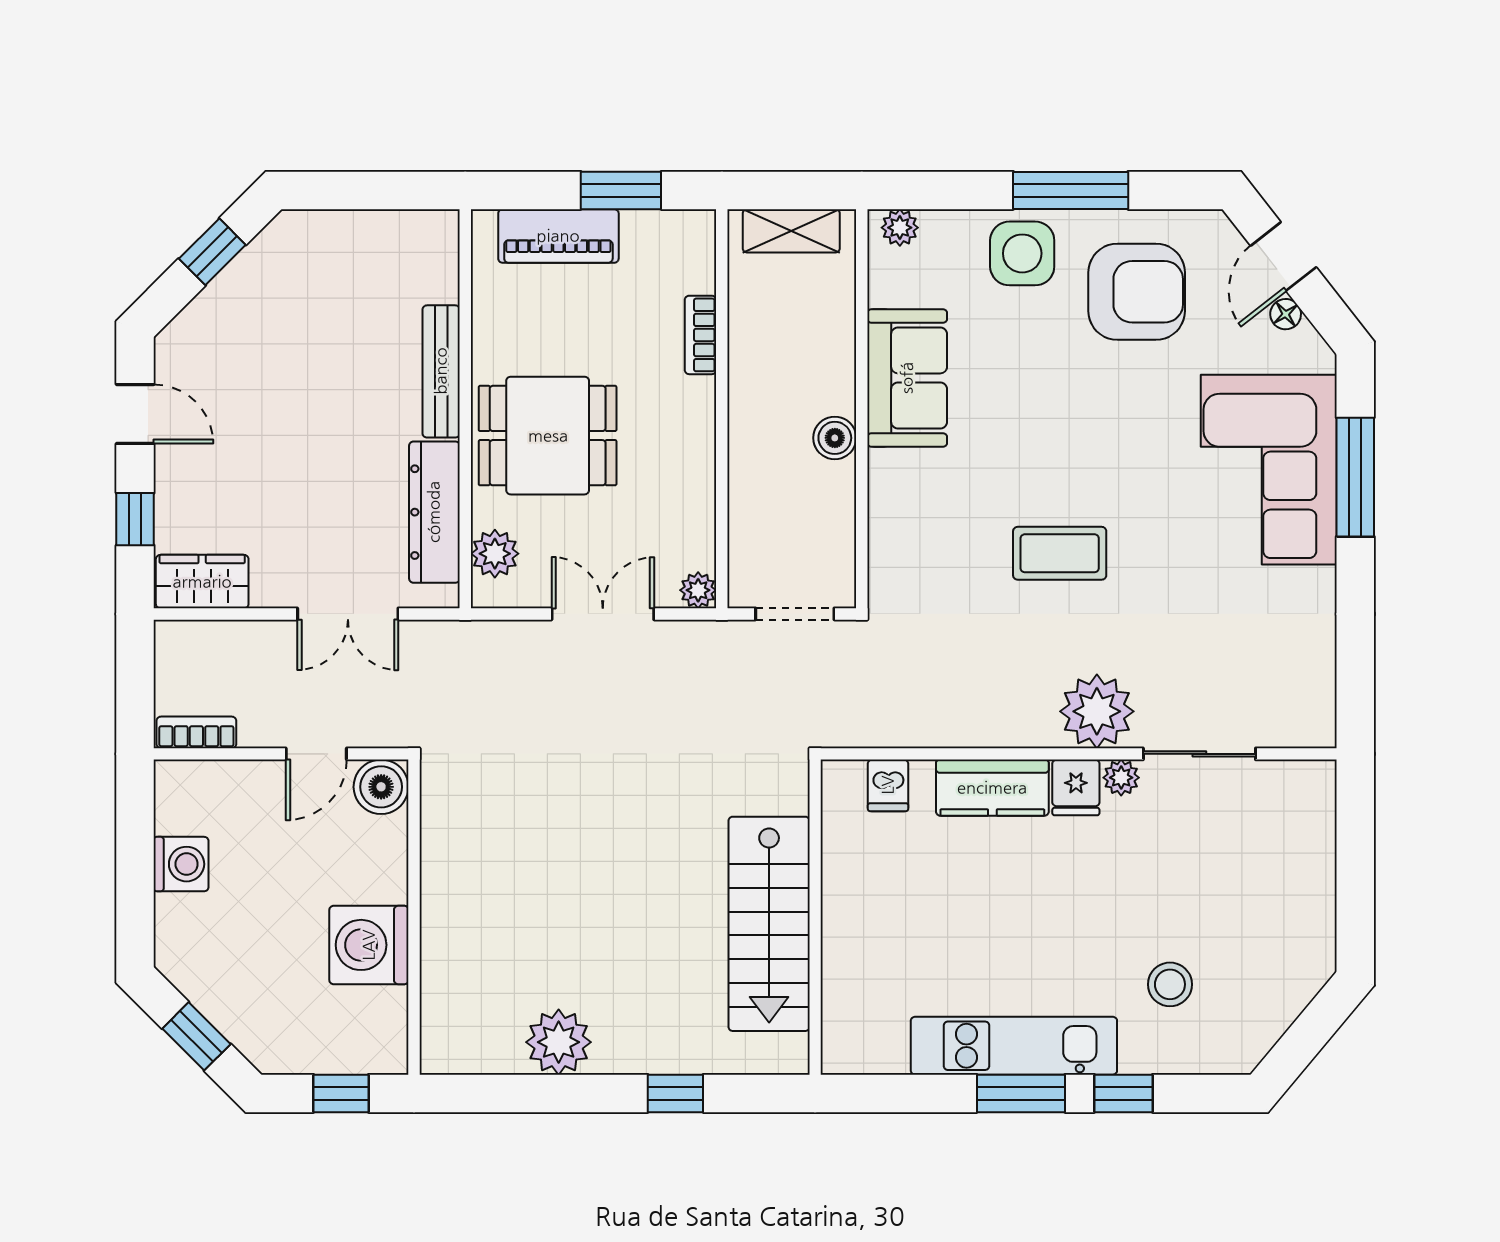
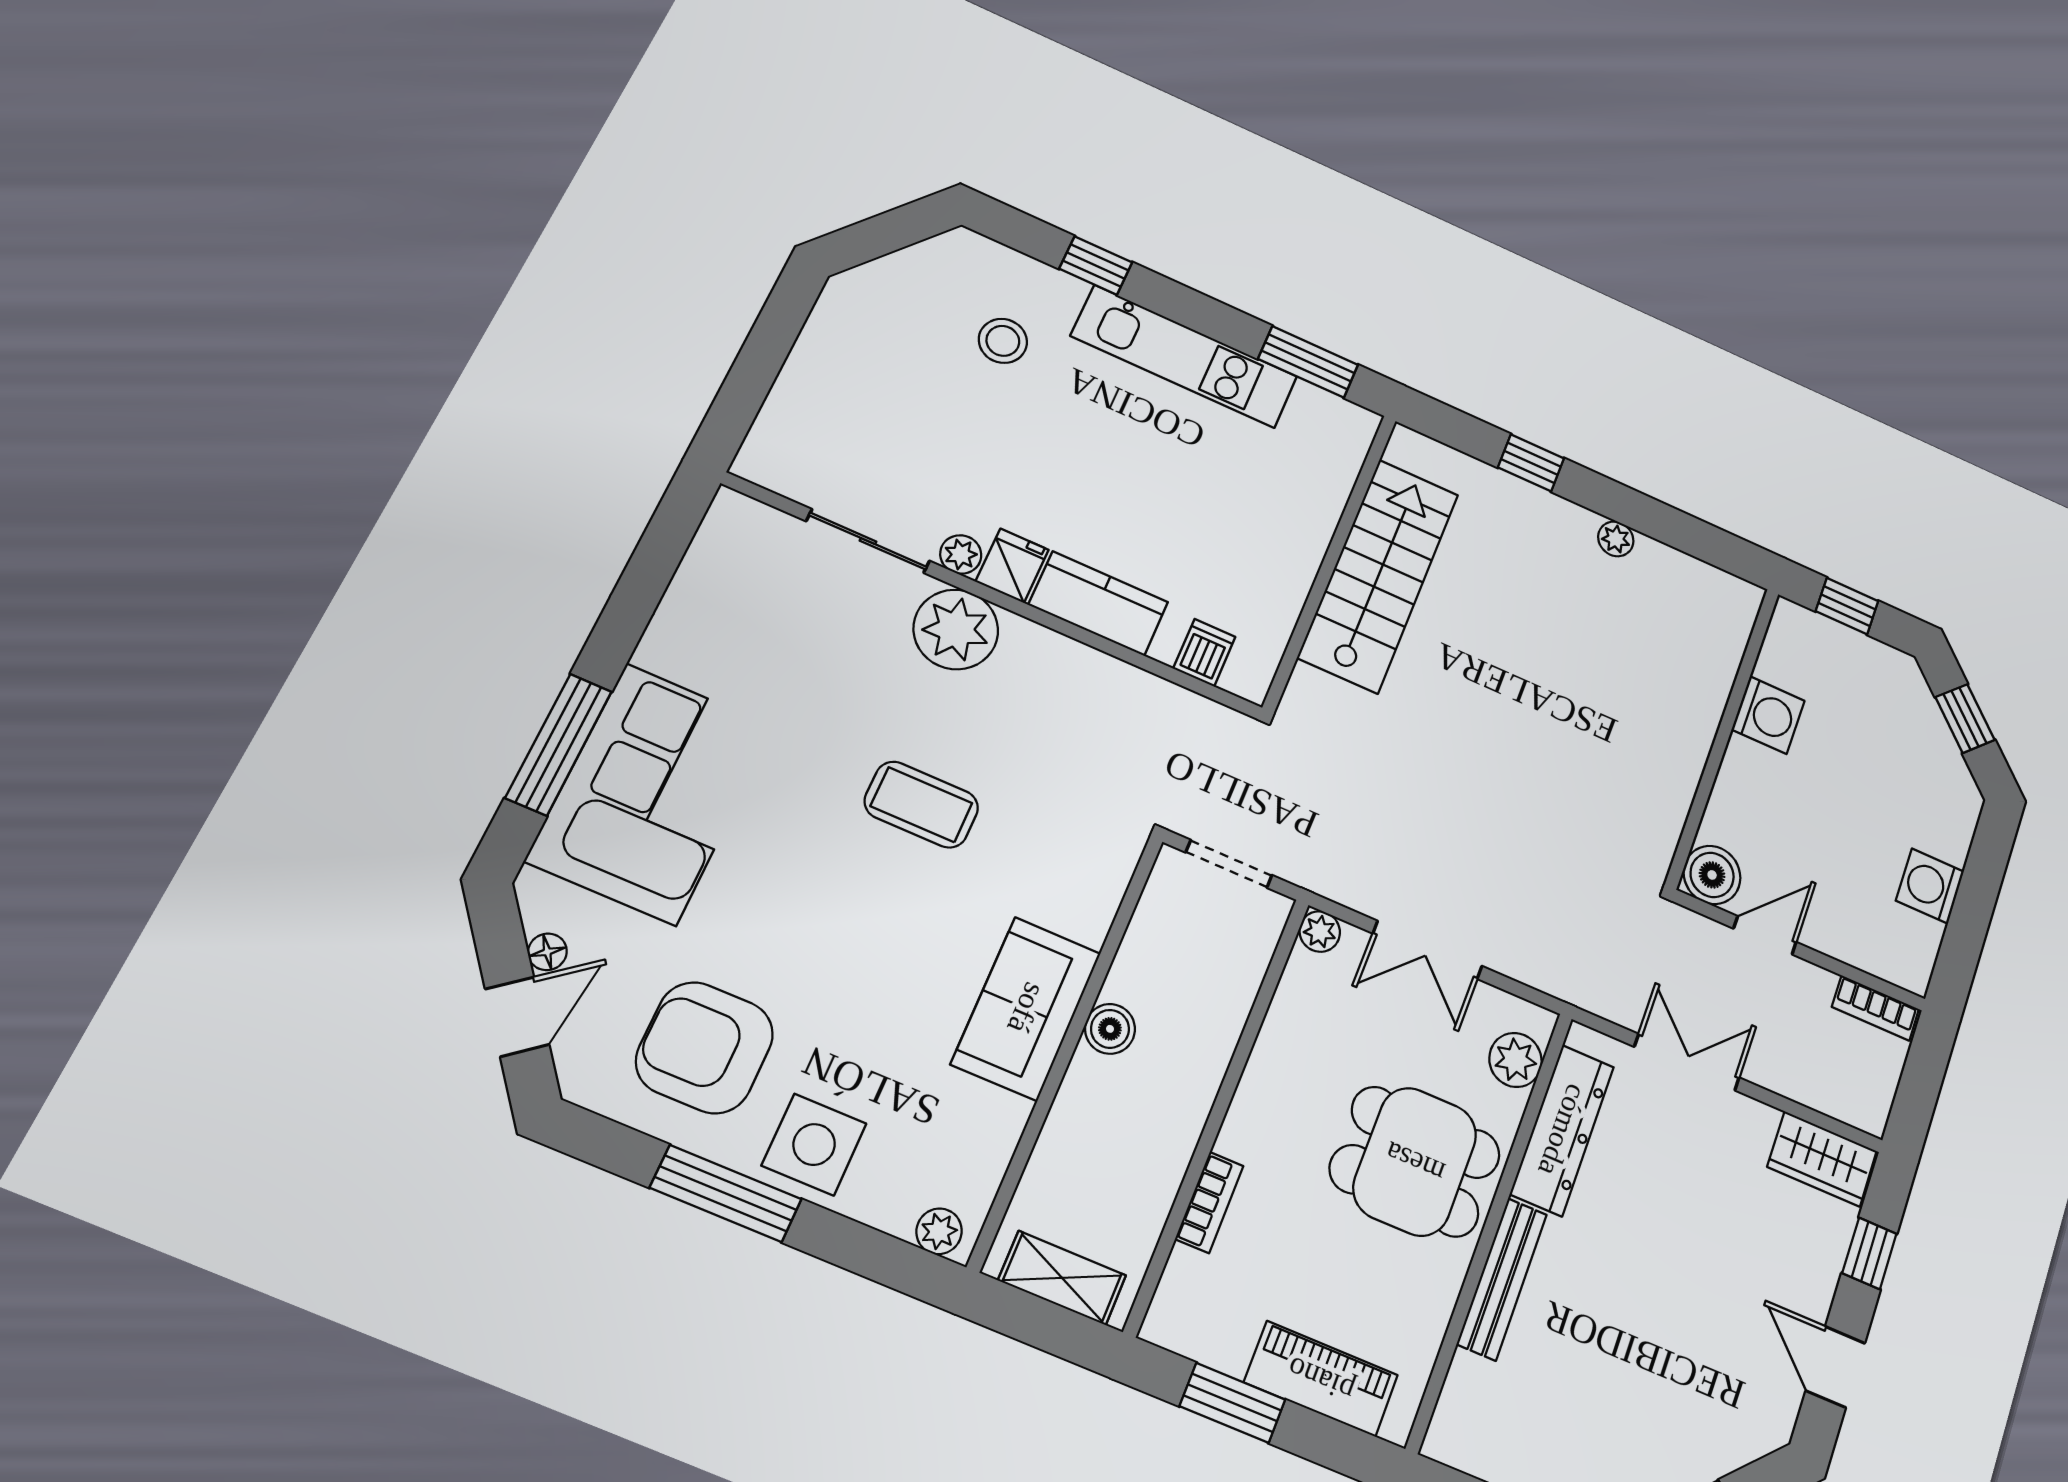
sofa: (907, 378) -> (1026, 1008), moved
washing machine: (369, 945) -> (1768, 715), width x0.73, depth x0.73
plant: (559, 1042) -> (1616, 539), width x0.53, depth x0.53
window: (1021, 1093) -> (1308, 362), moved

